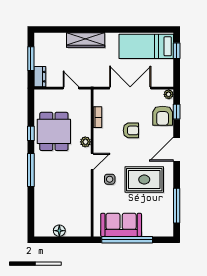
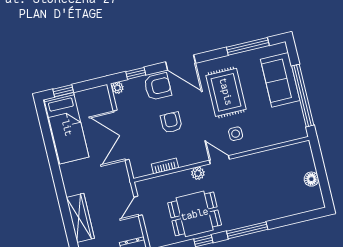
wardrobe: (86, 40) -> (80, 218), moved
armchair: (163, 116) -> (158, 87), moved
sofa: (121, 225) -> (280, 80), moved

